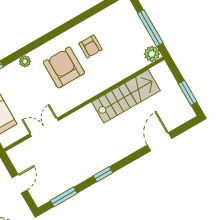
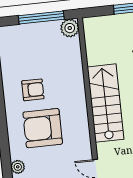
stairs: (126, 96) -> (106, 103), moved

